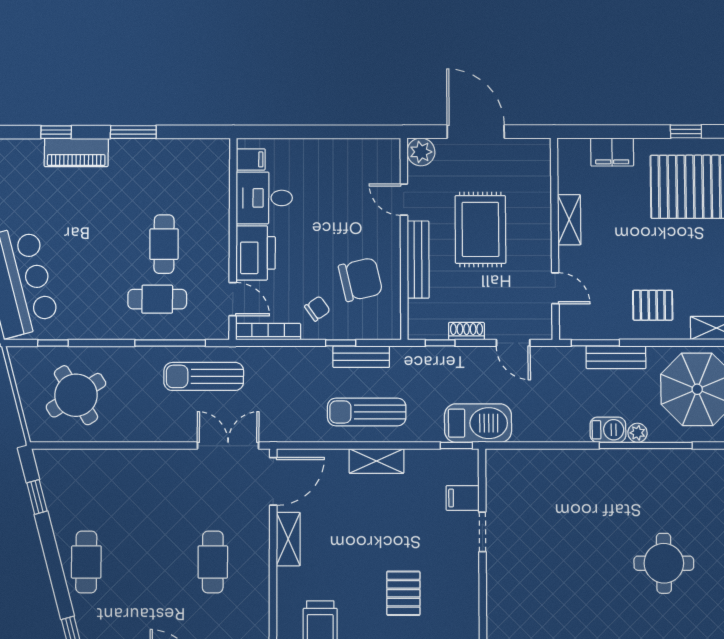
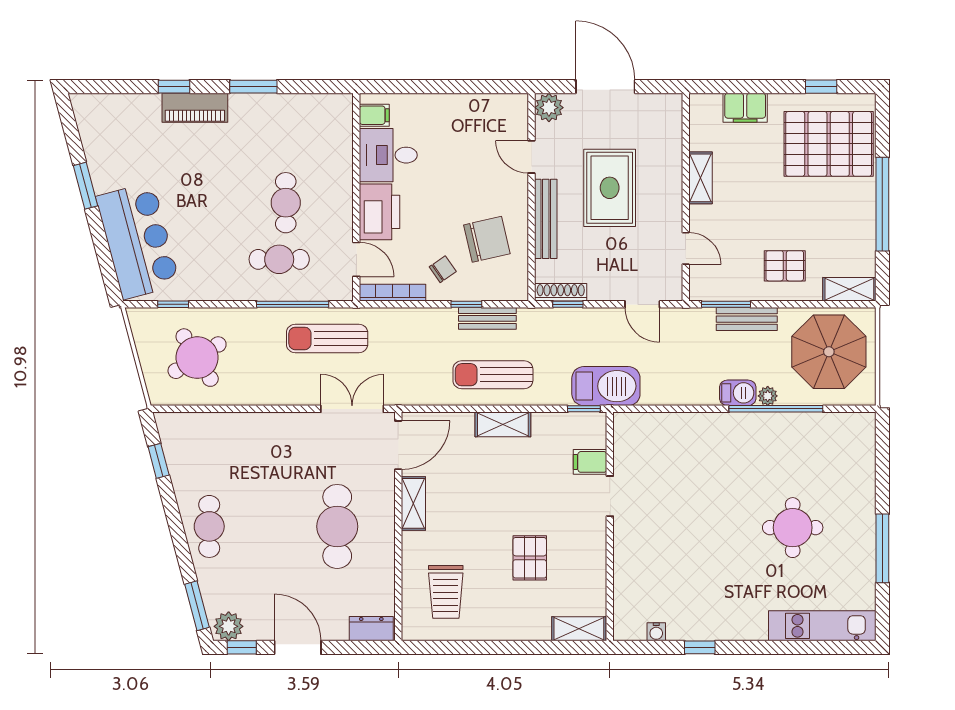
shoe rack: (467, 331) -> (561, 292), moved, width x1.43
cafe table: (213, 562) -> (337, 526), width x1.37, depth x1.35

